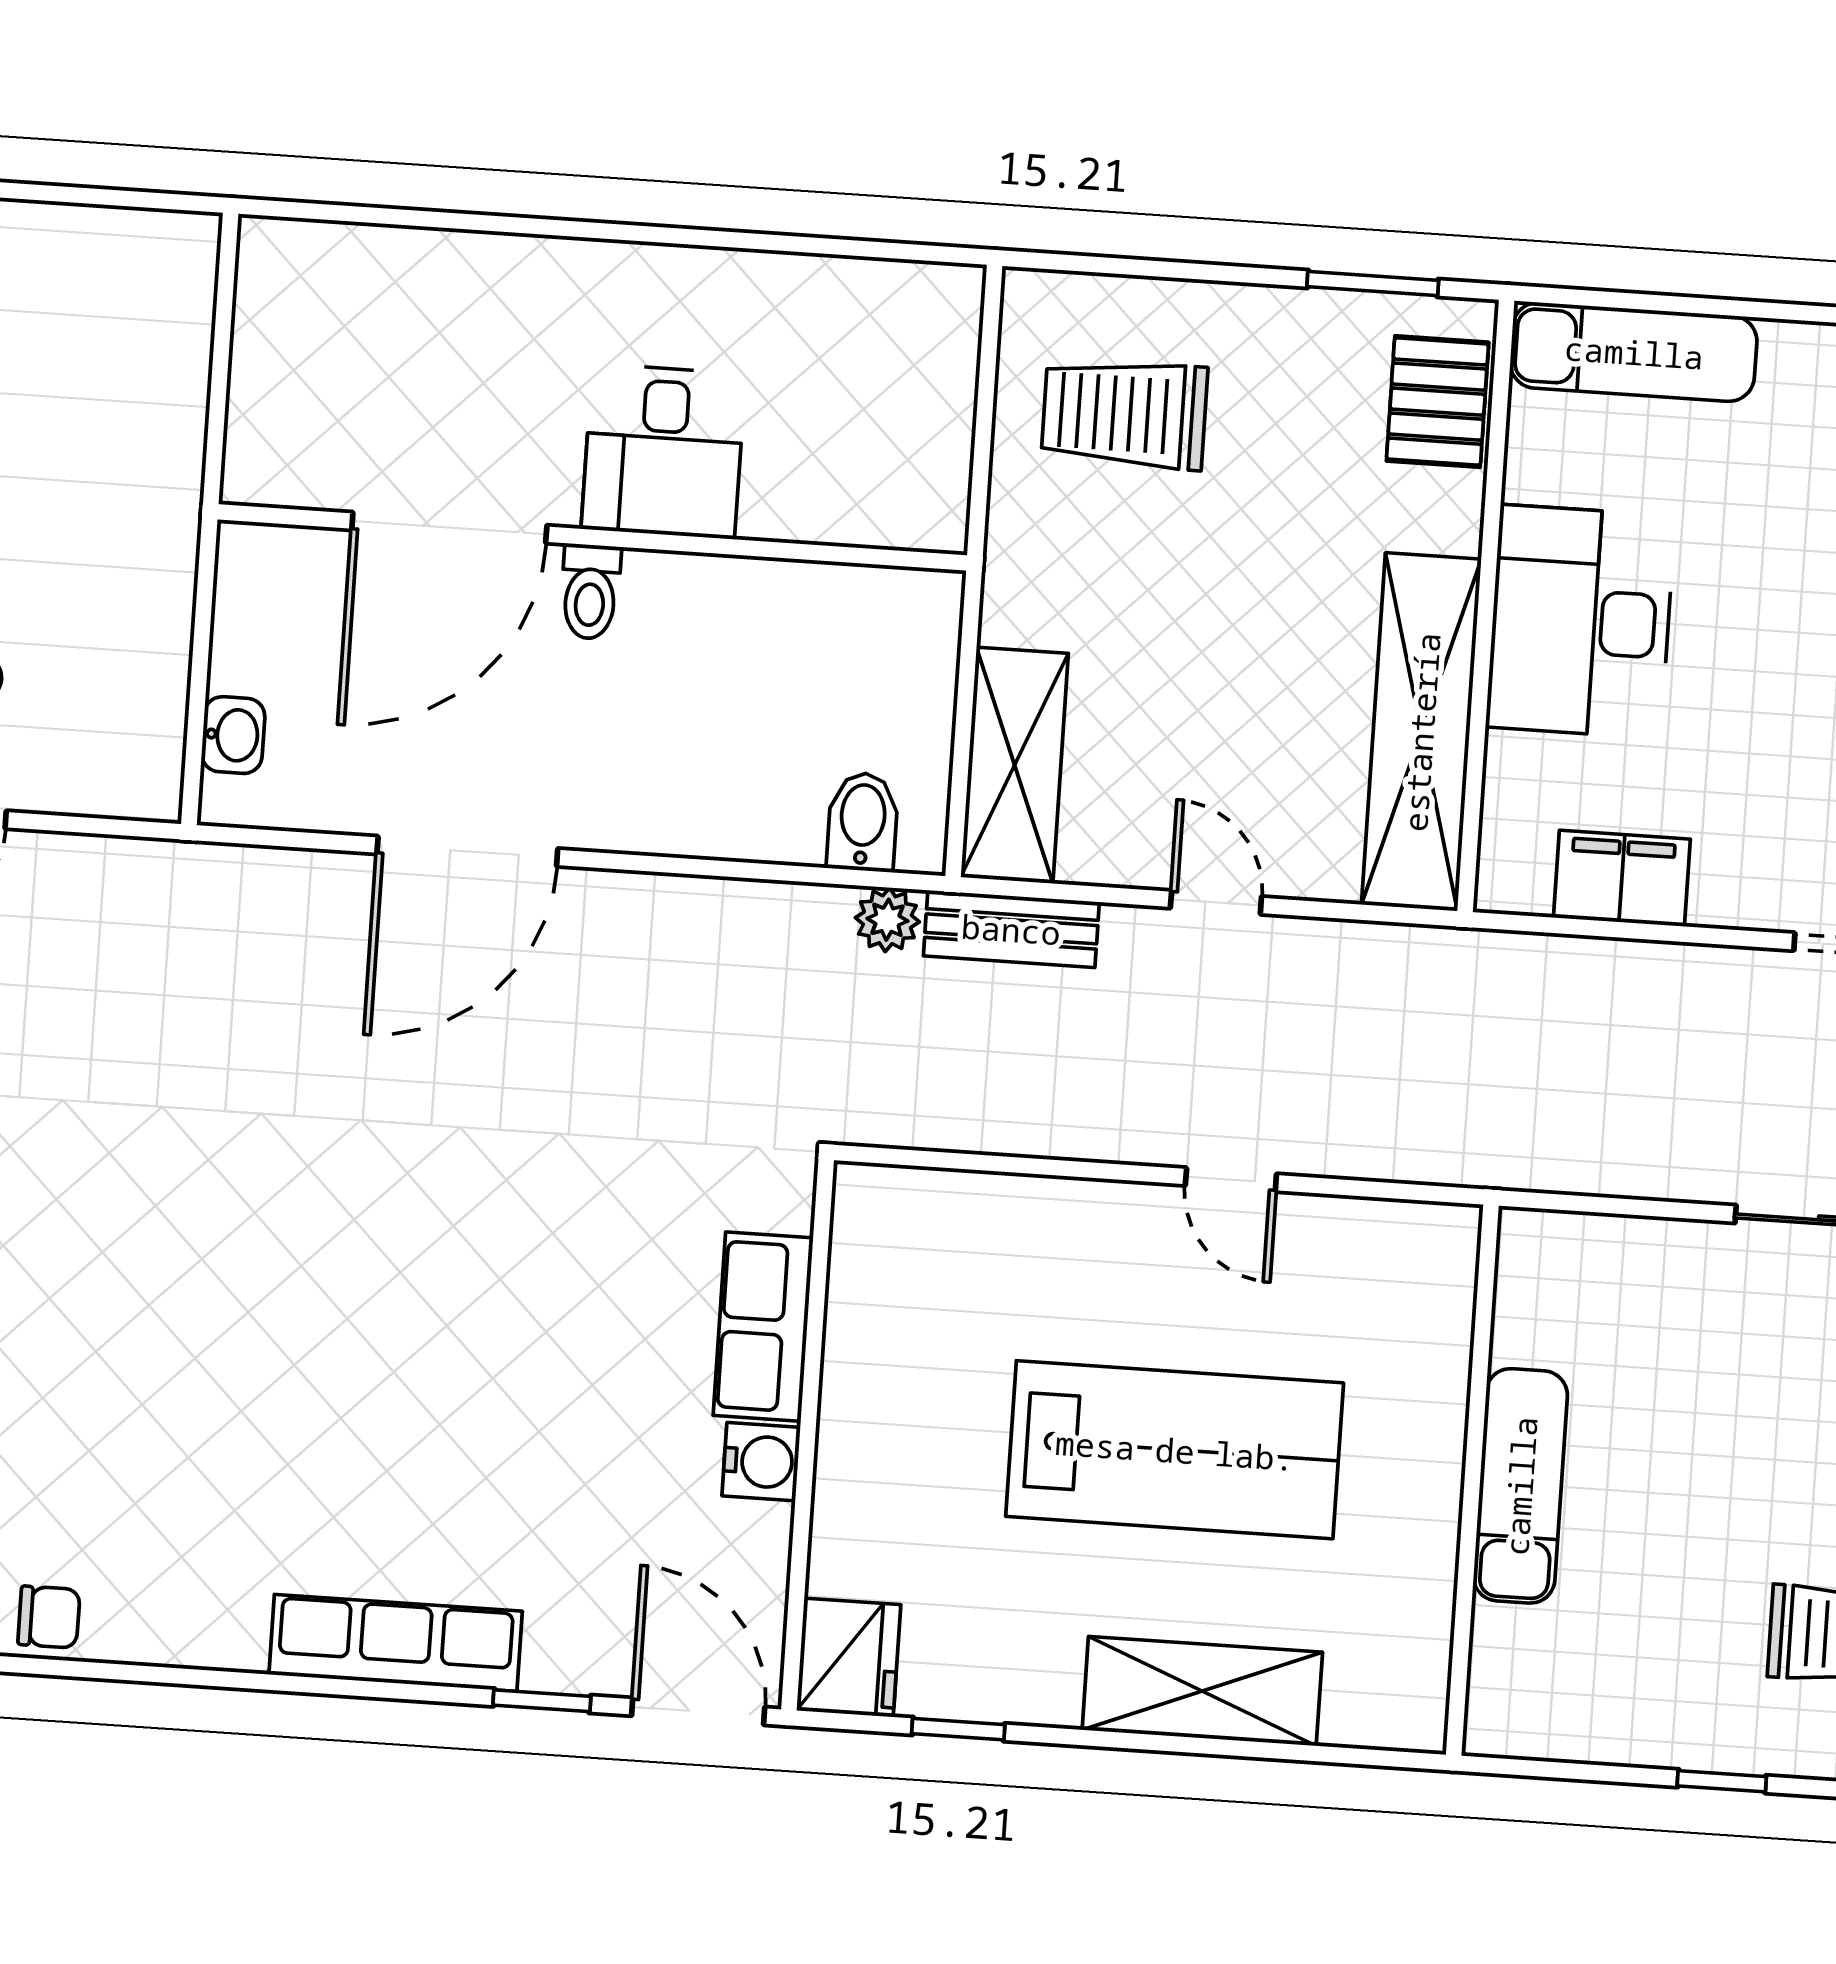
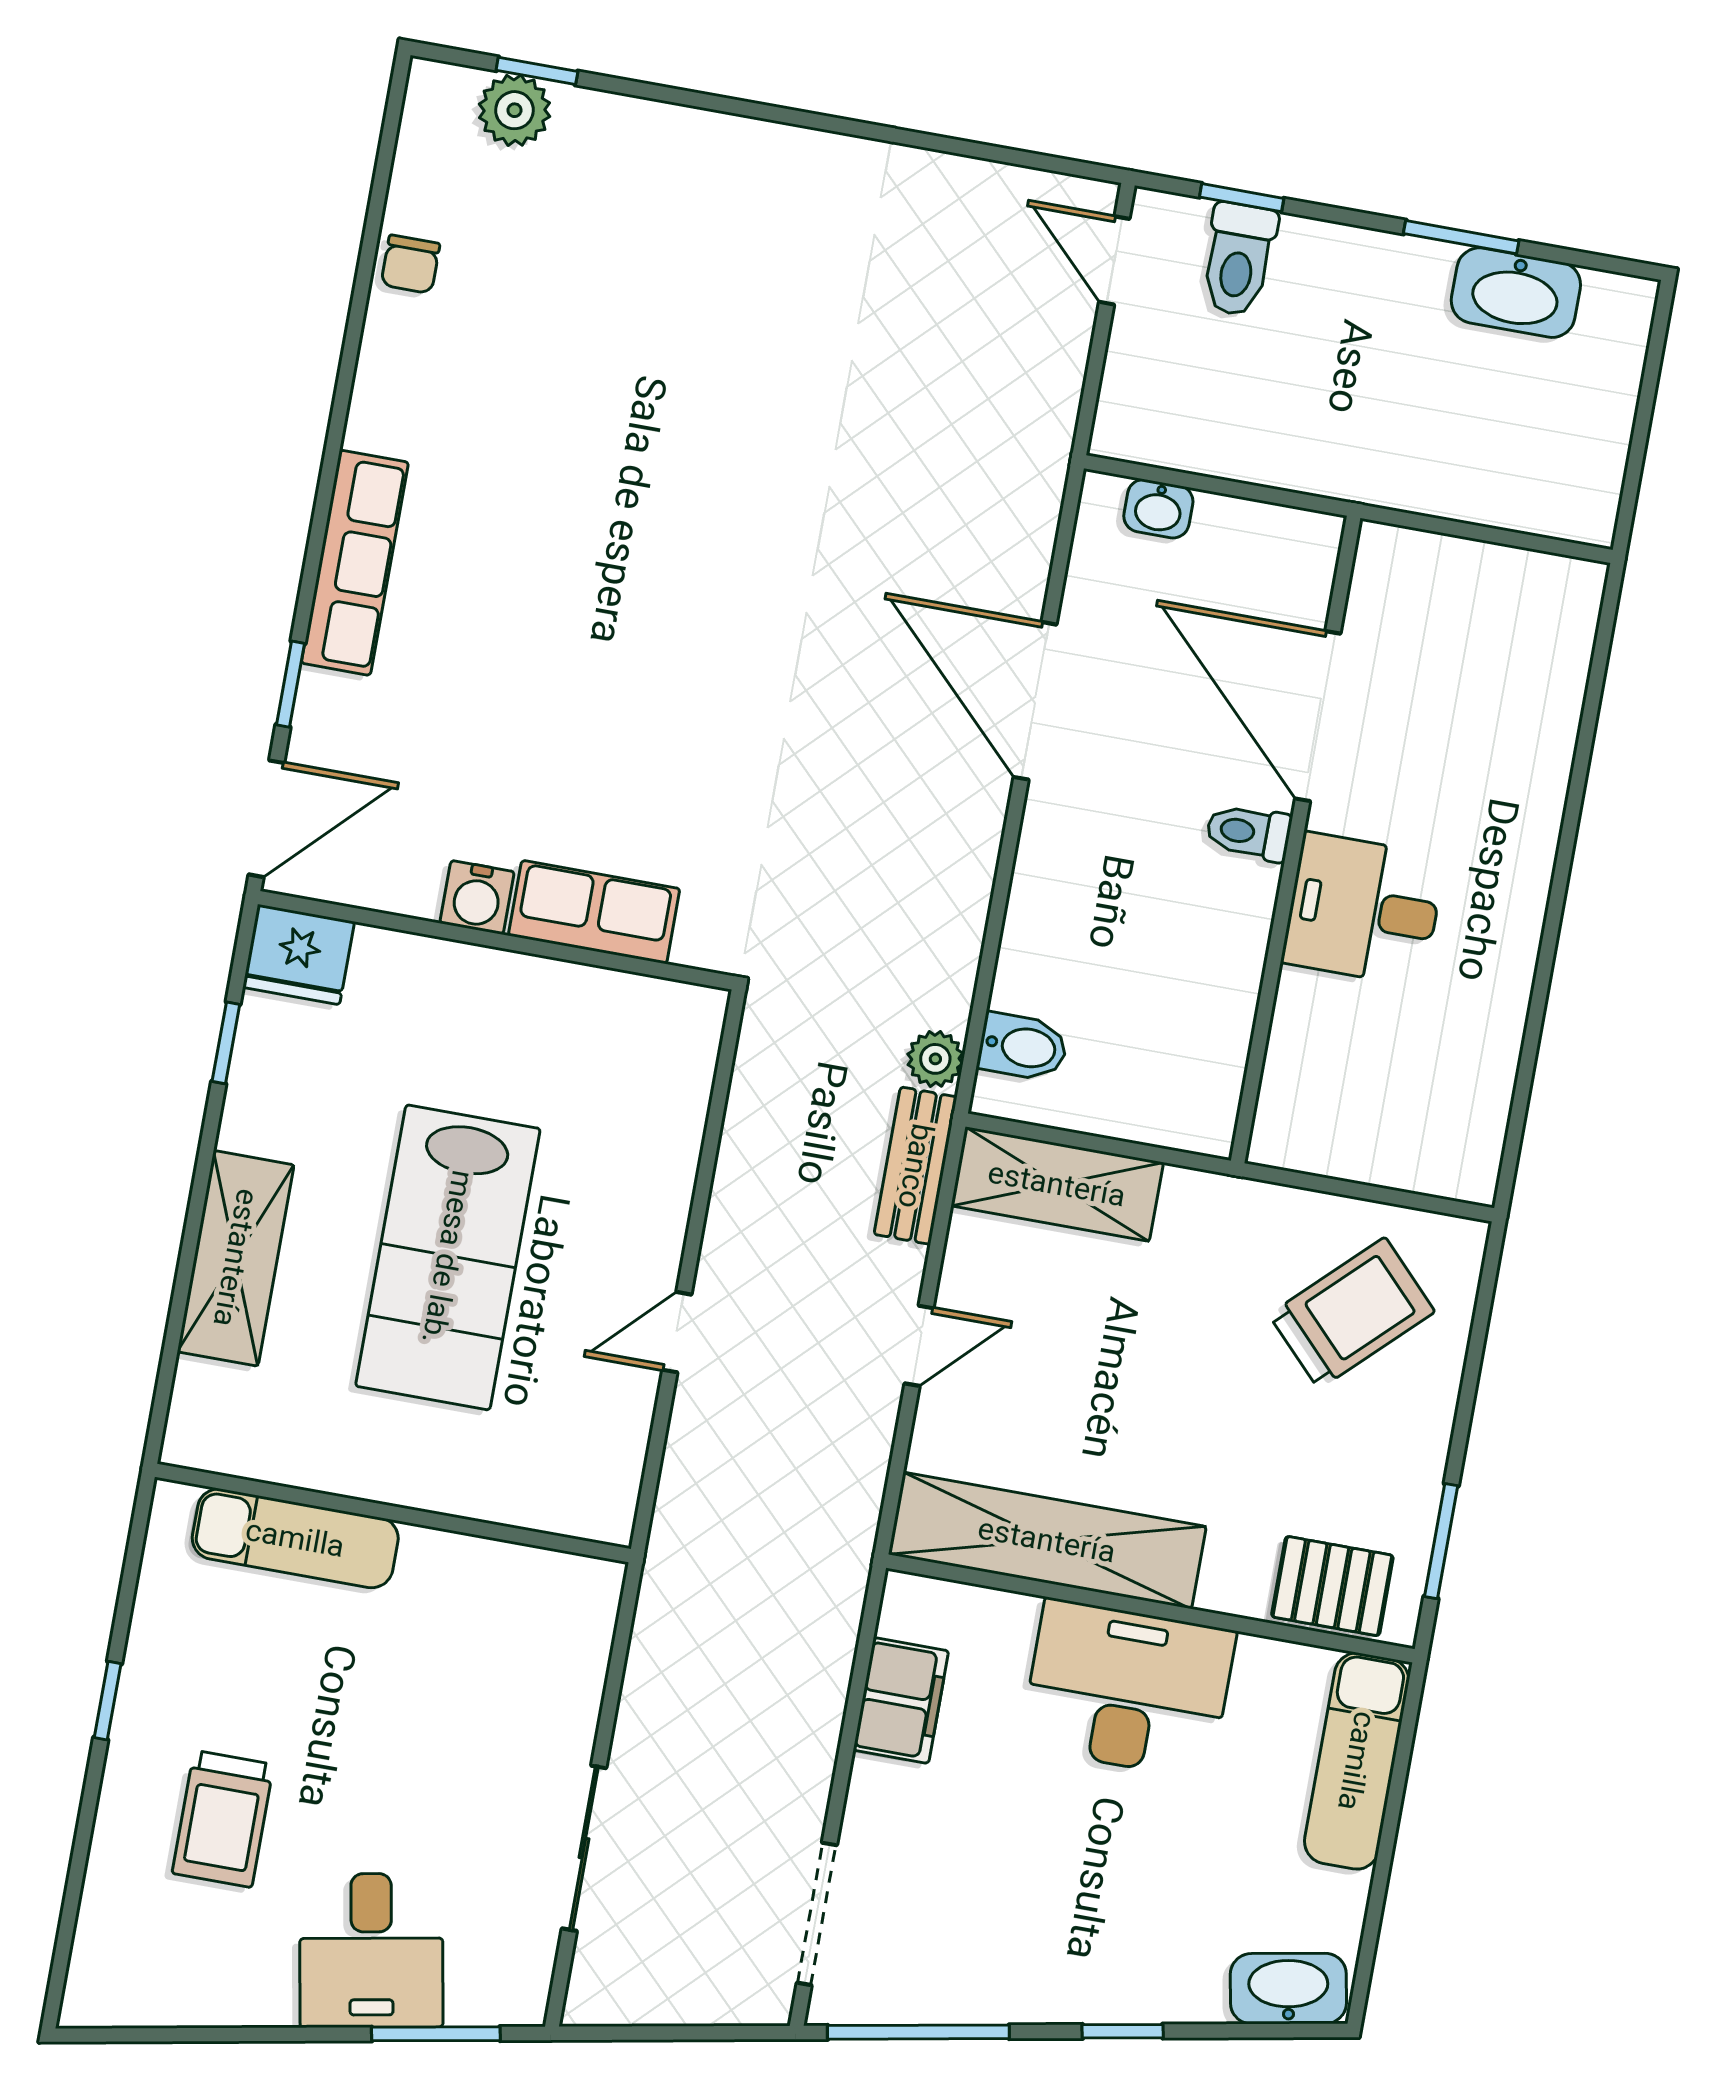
trolley: (1124, 414) -> (1352, 1313), turned 46
exam couch: (1520, 1486) -> (295, 1538), moved

